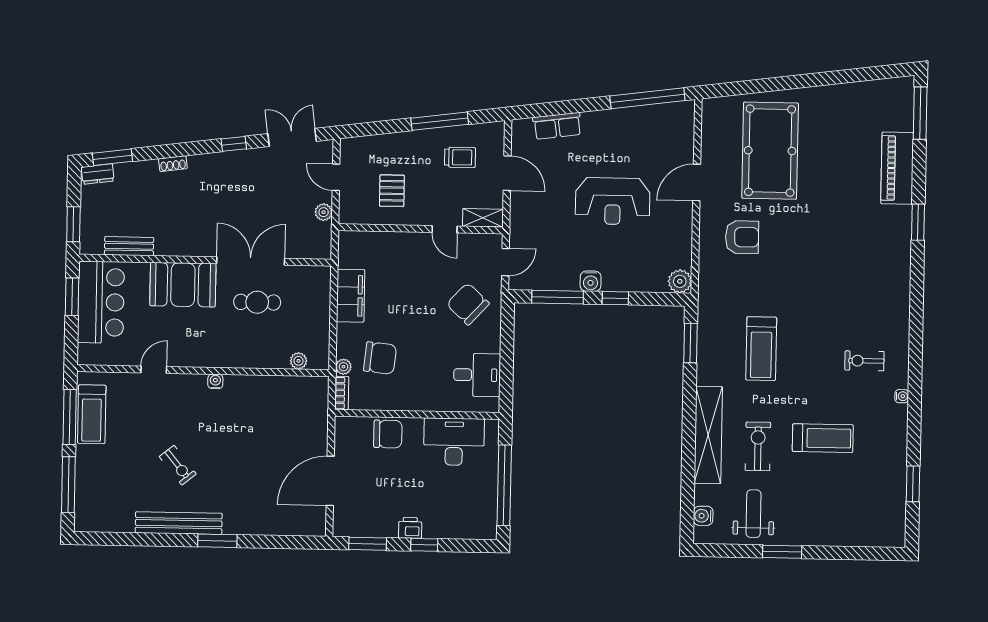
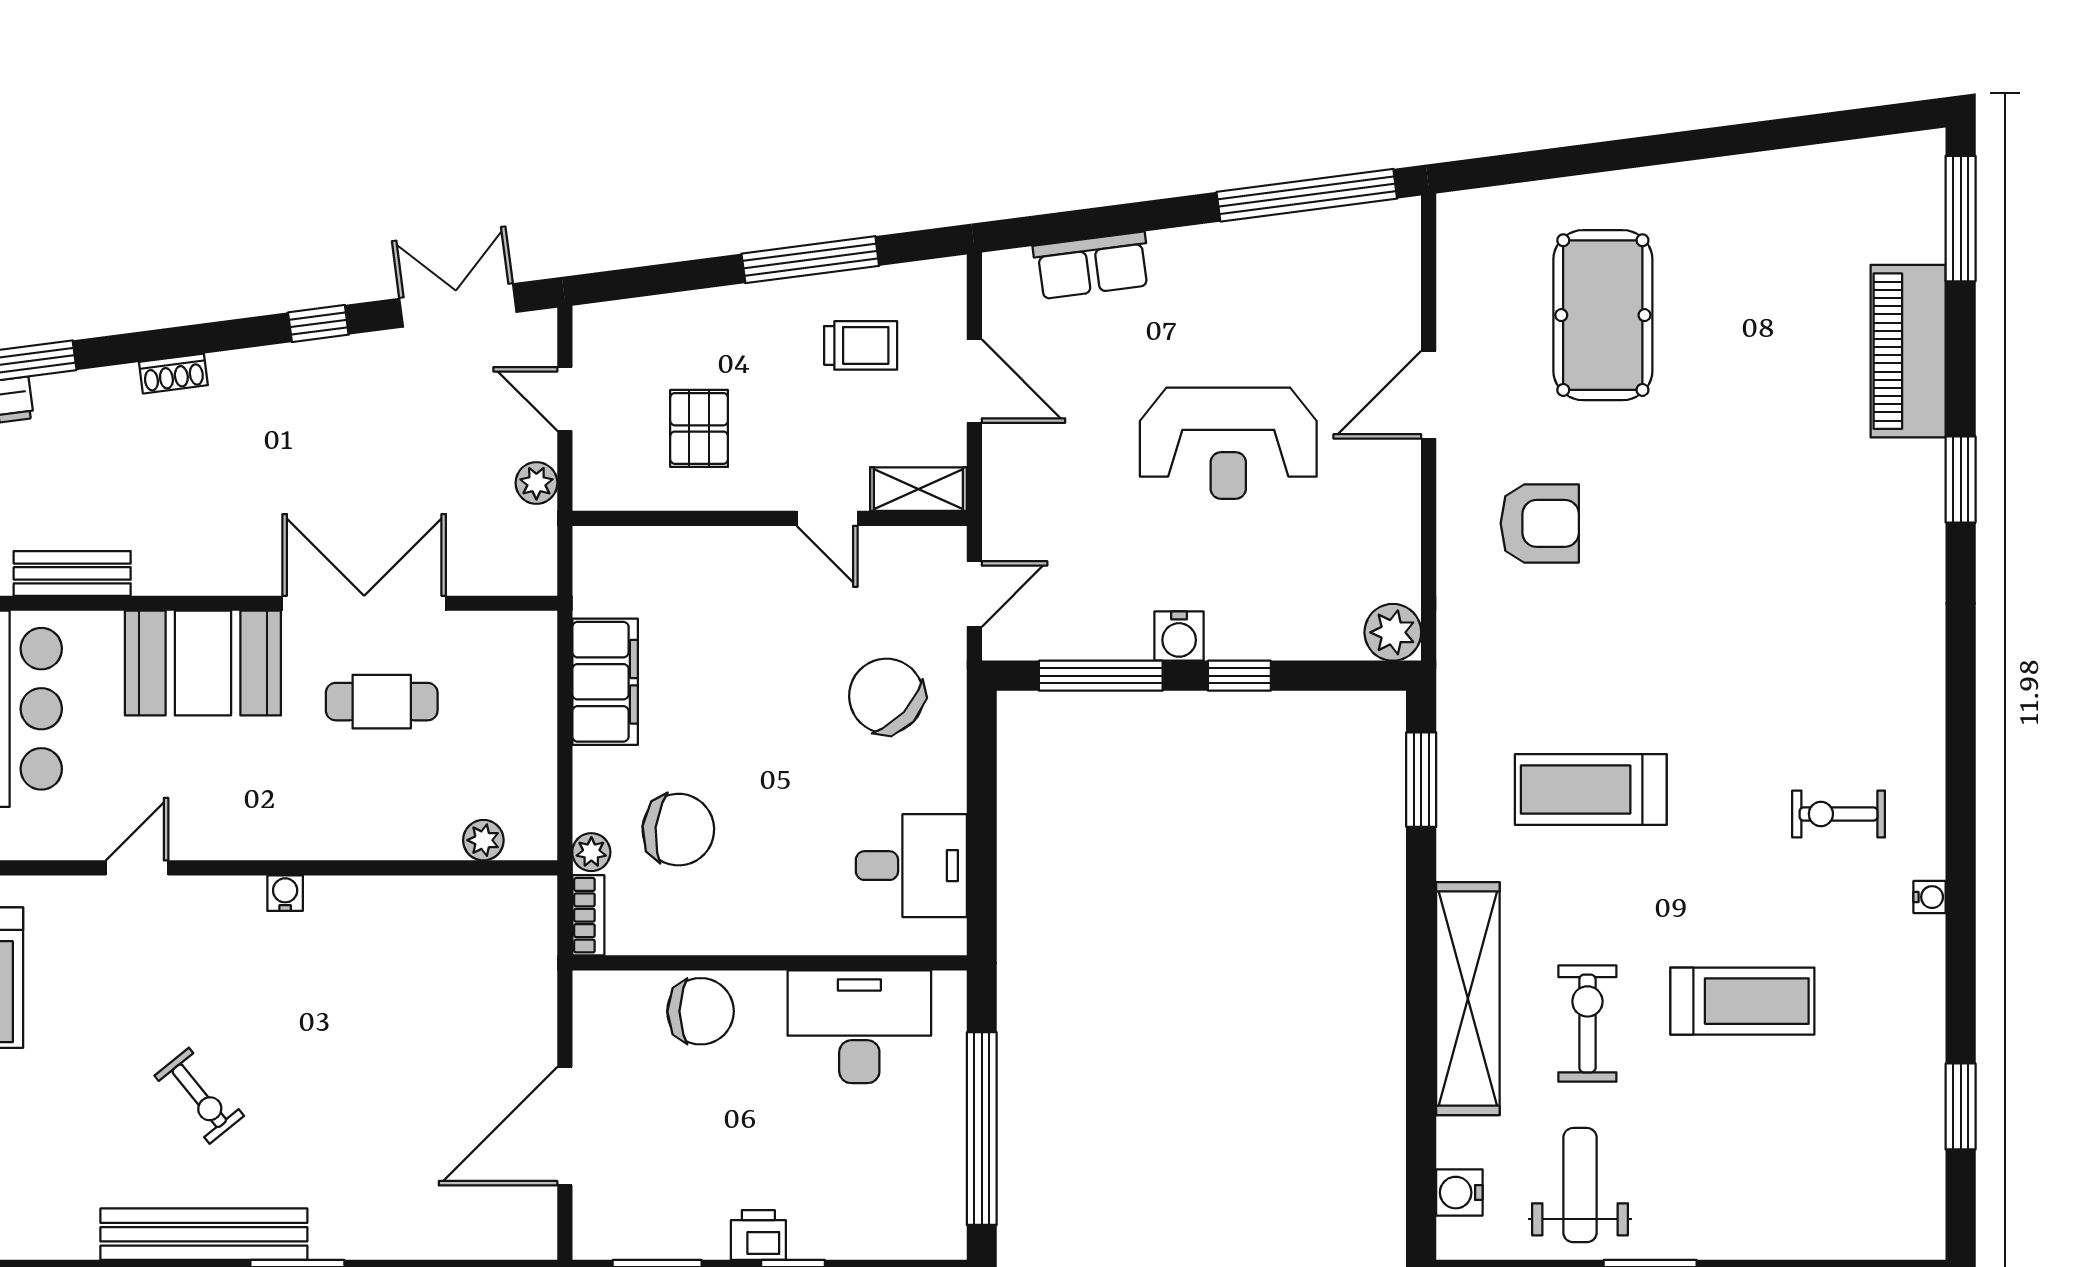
pool table: (770, 151) -> (1603, 315), width x0.73, depth x0.76
treadmill: (761, 349) -> (1591, 790), turned 90

